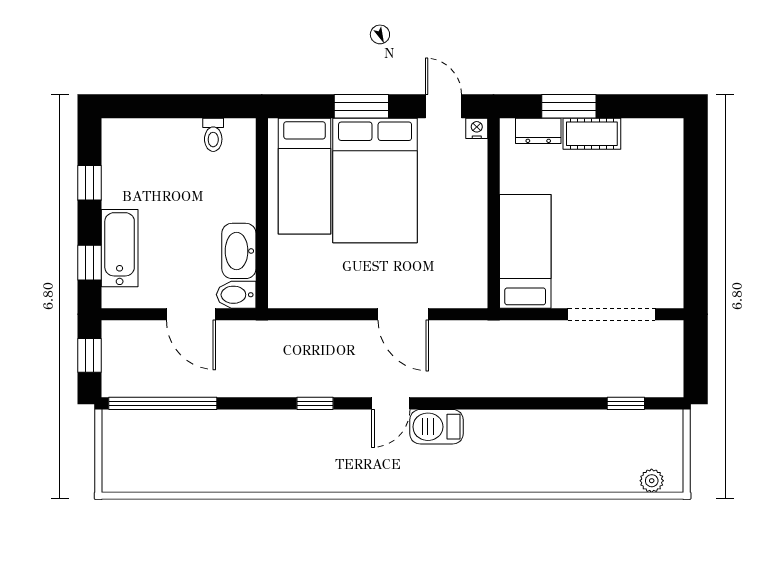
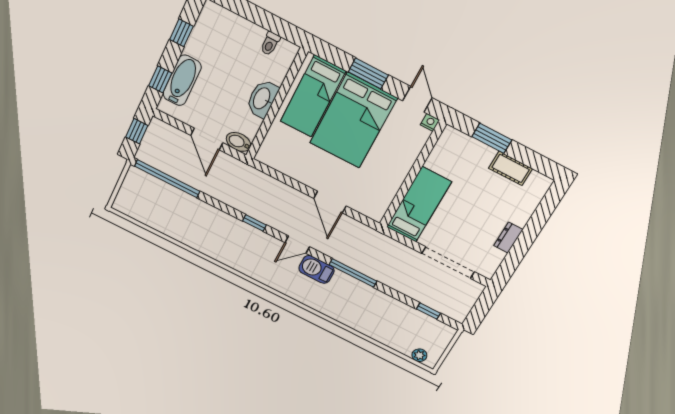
dresser: (538, 131) -> (508, 238), moved, turned 90
cot: (592, 134) -> (511, 168), moved
washbasin: (239, 251) -> (262, 99), moved
window: (490, 403) -> (353, 273), added

